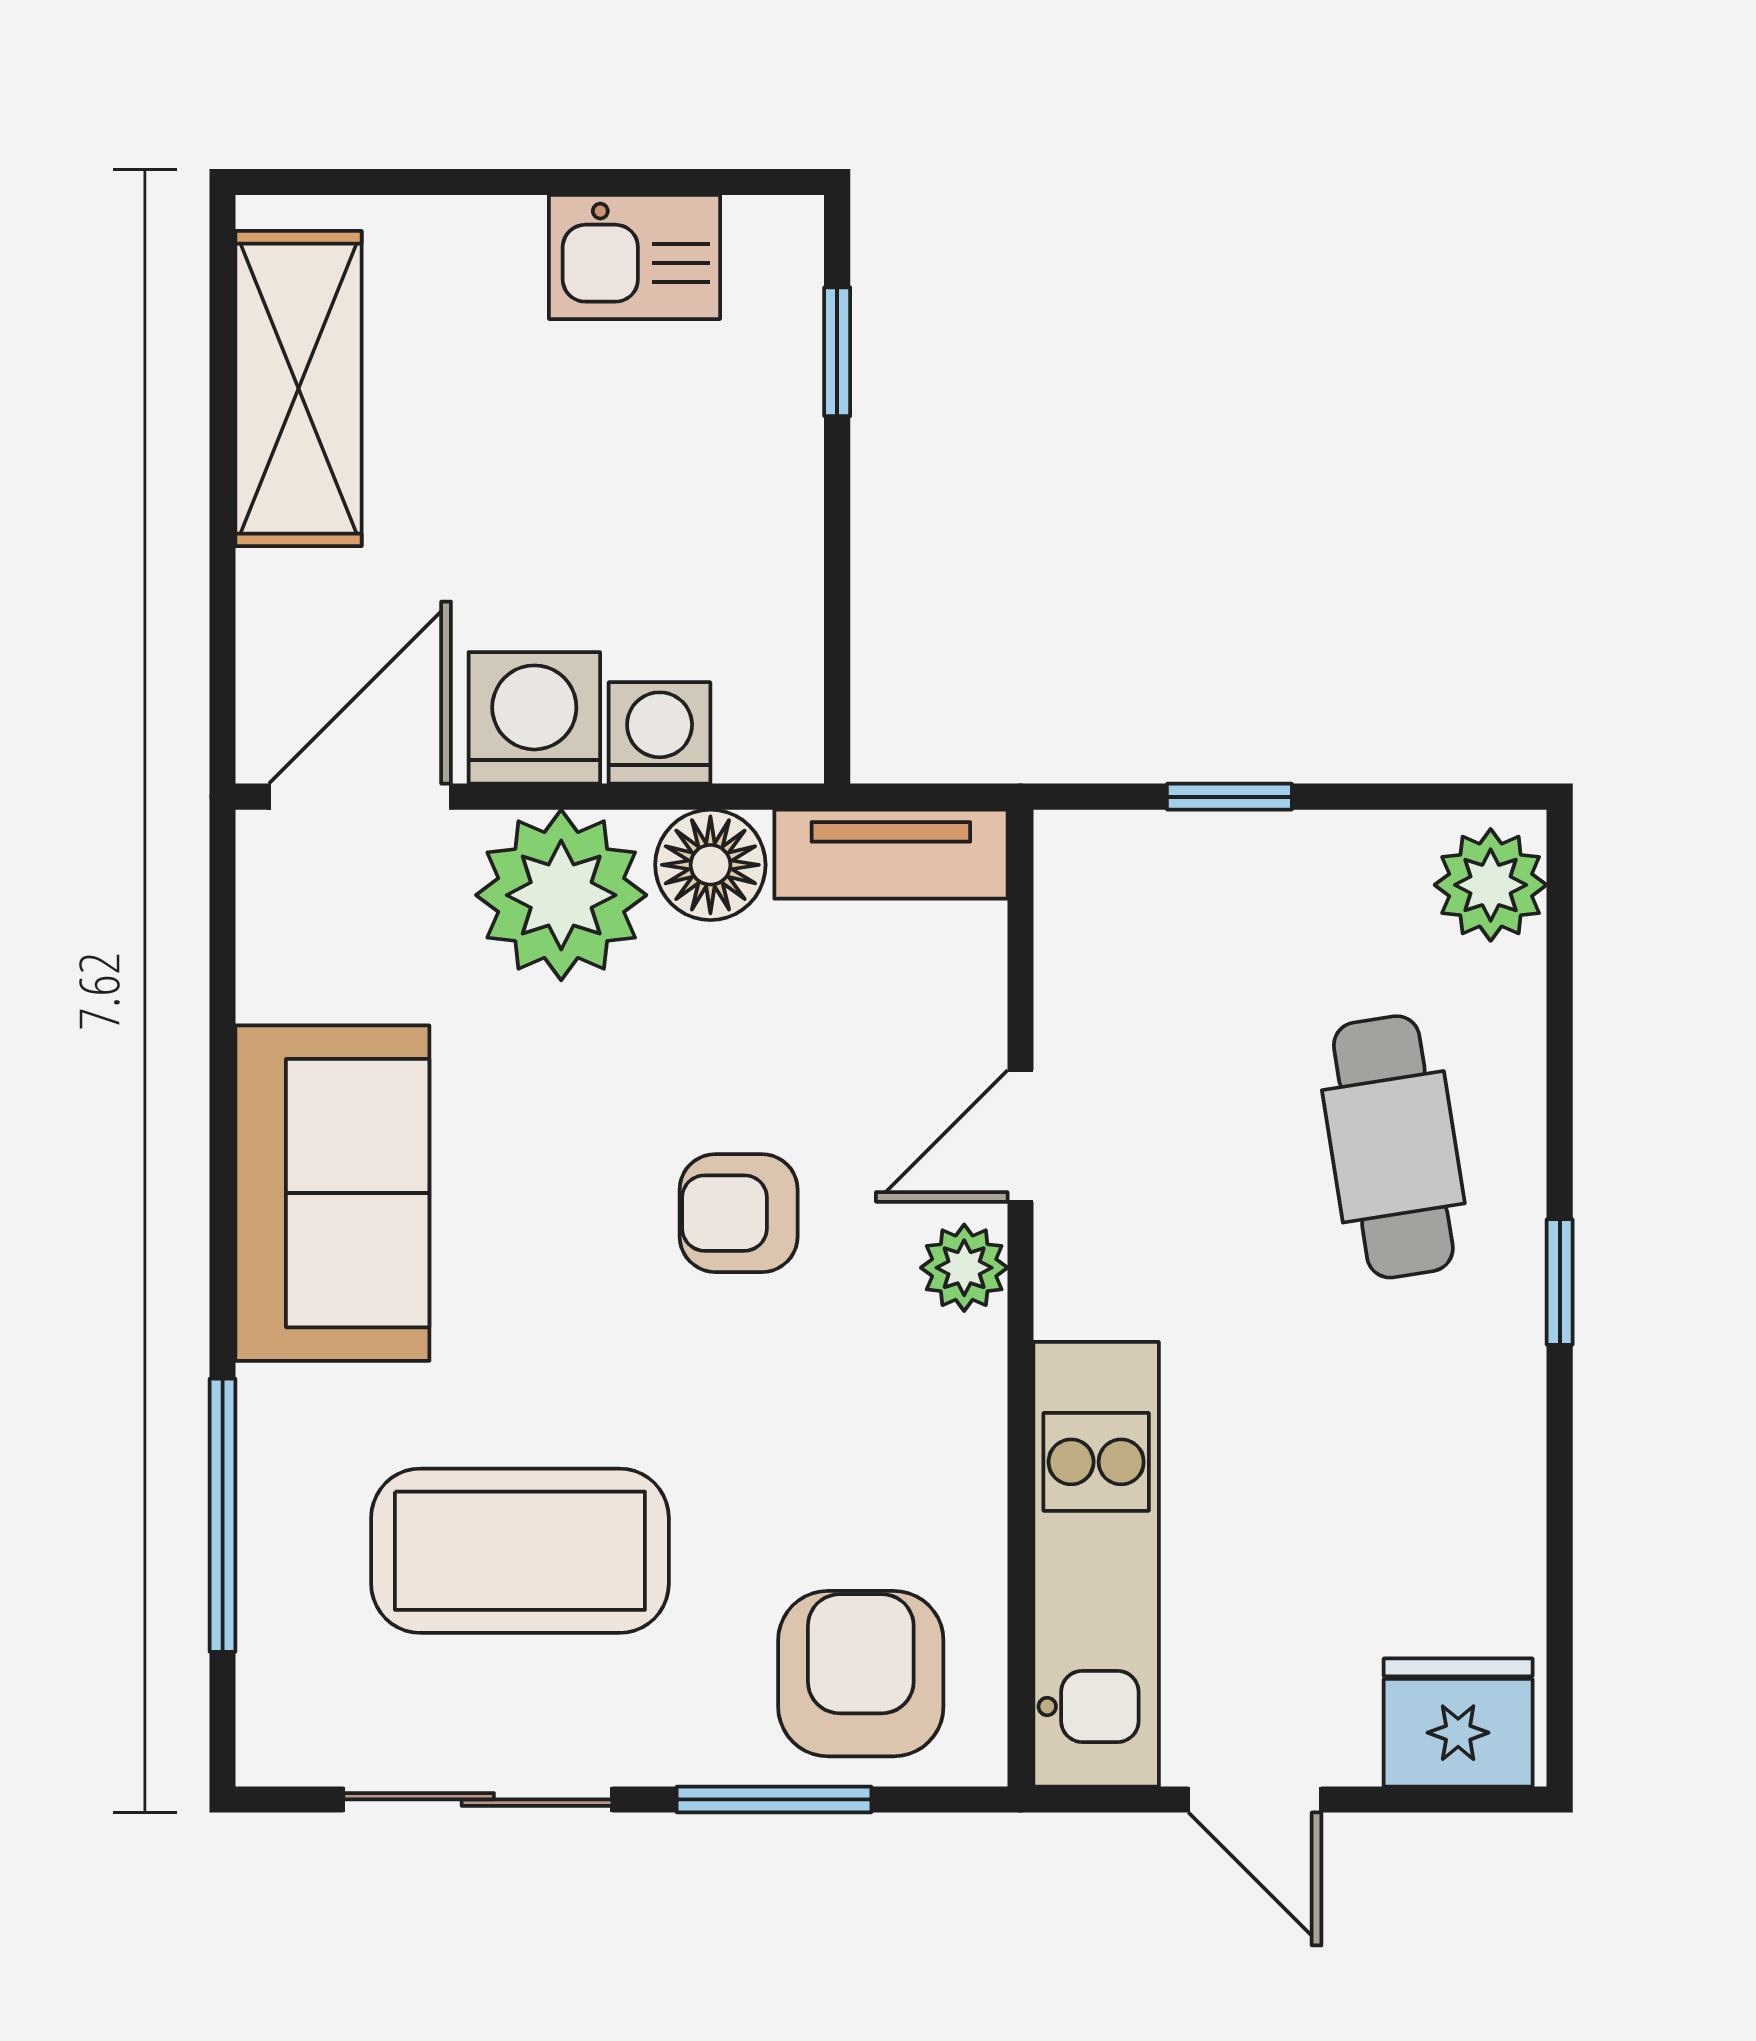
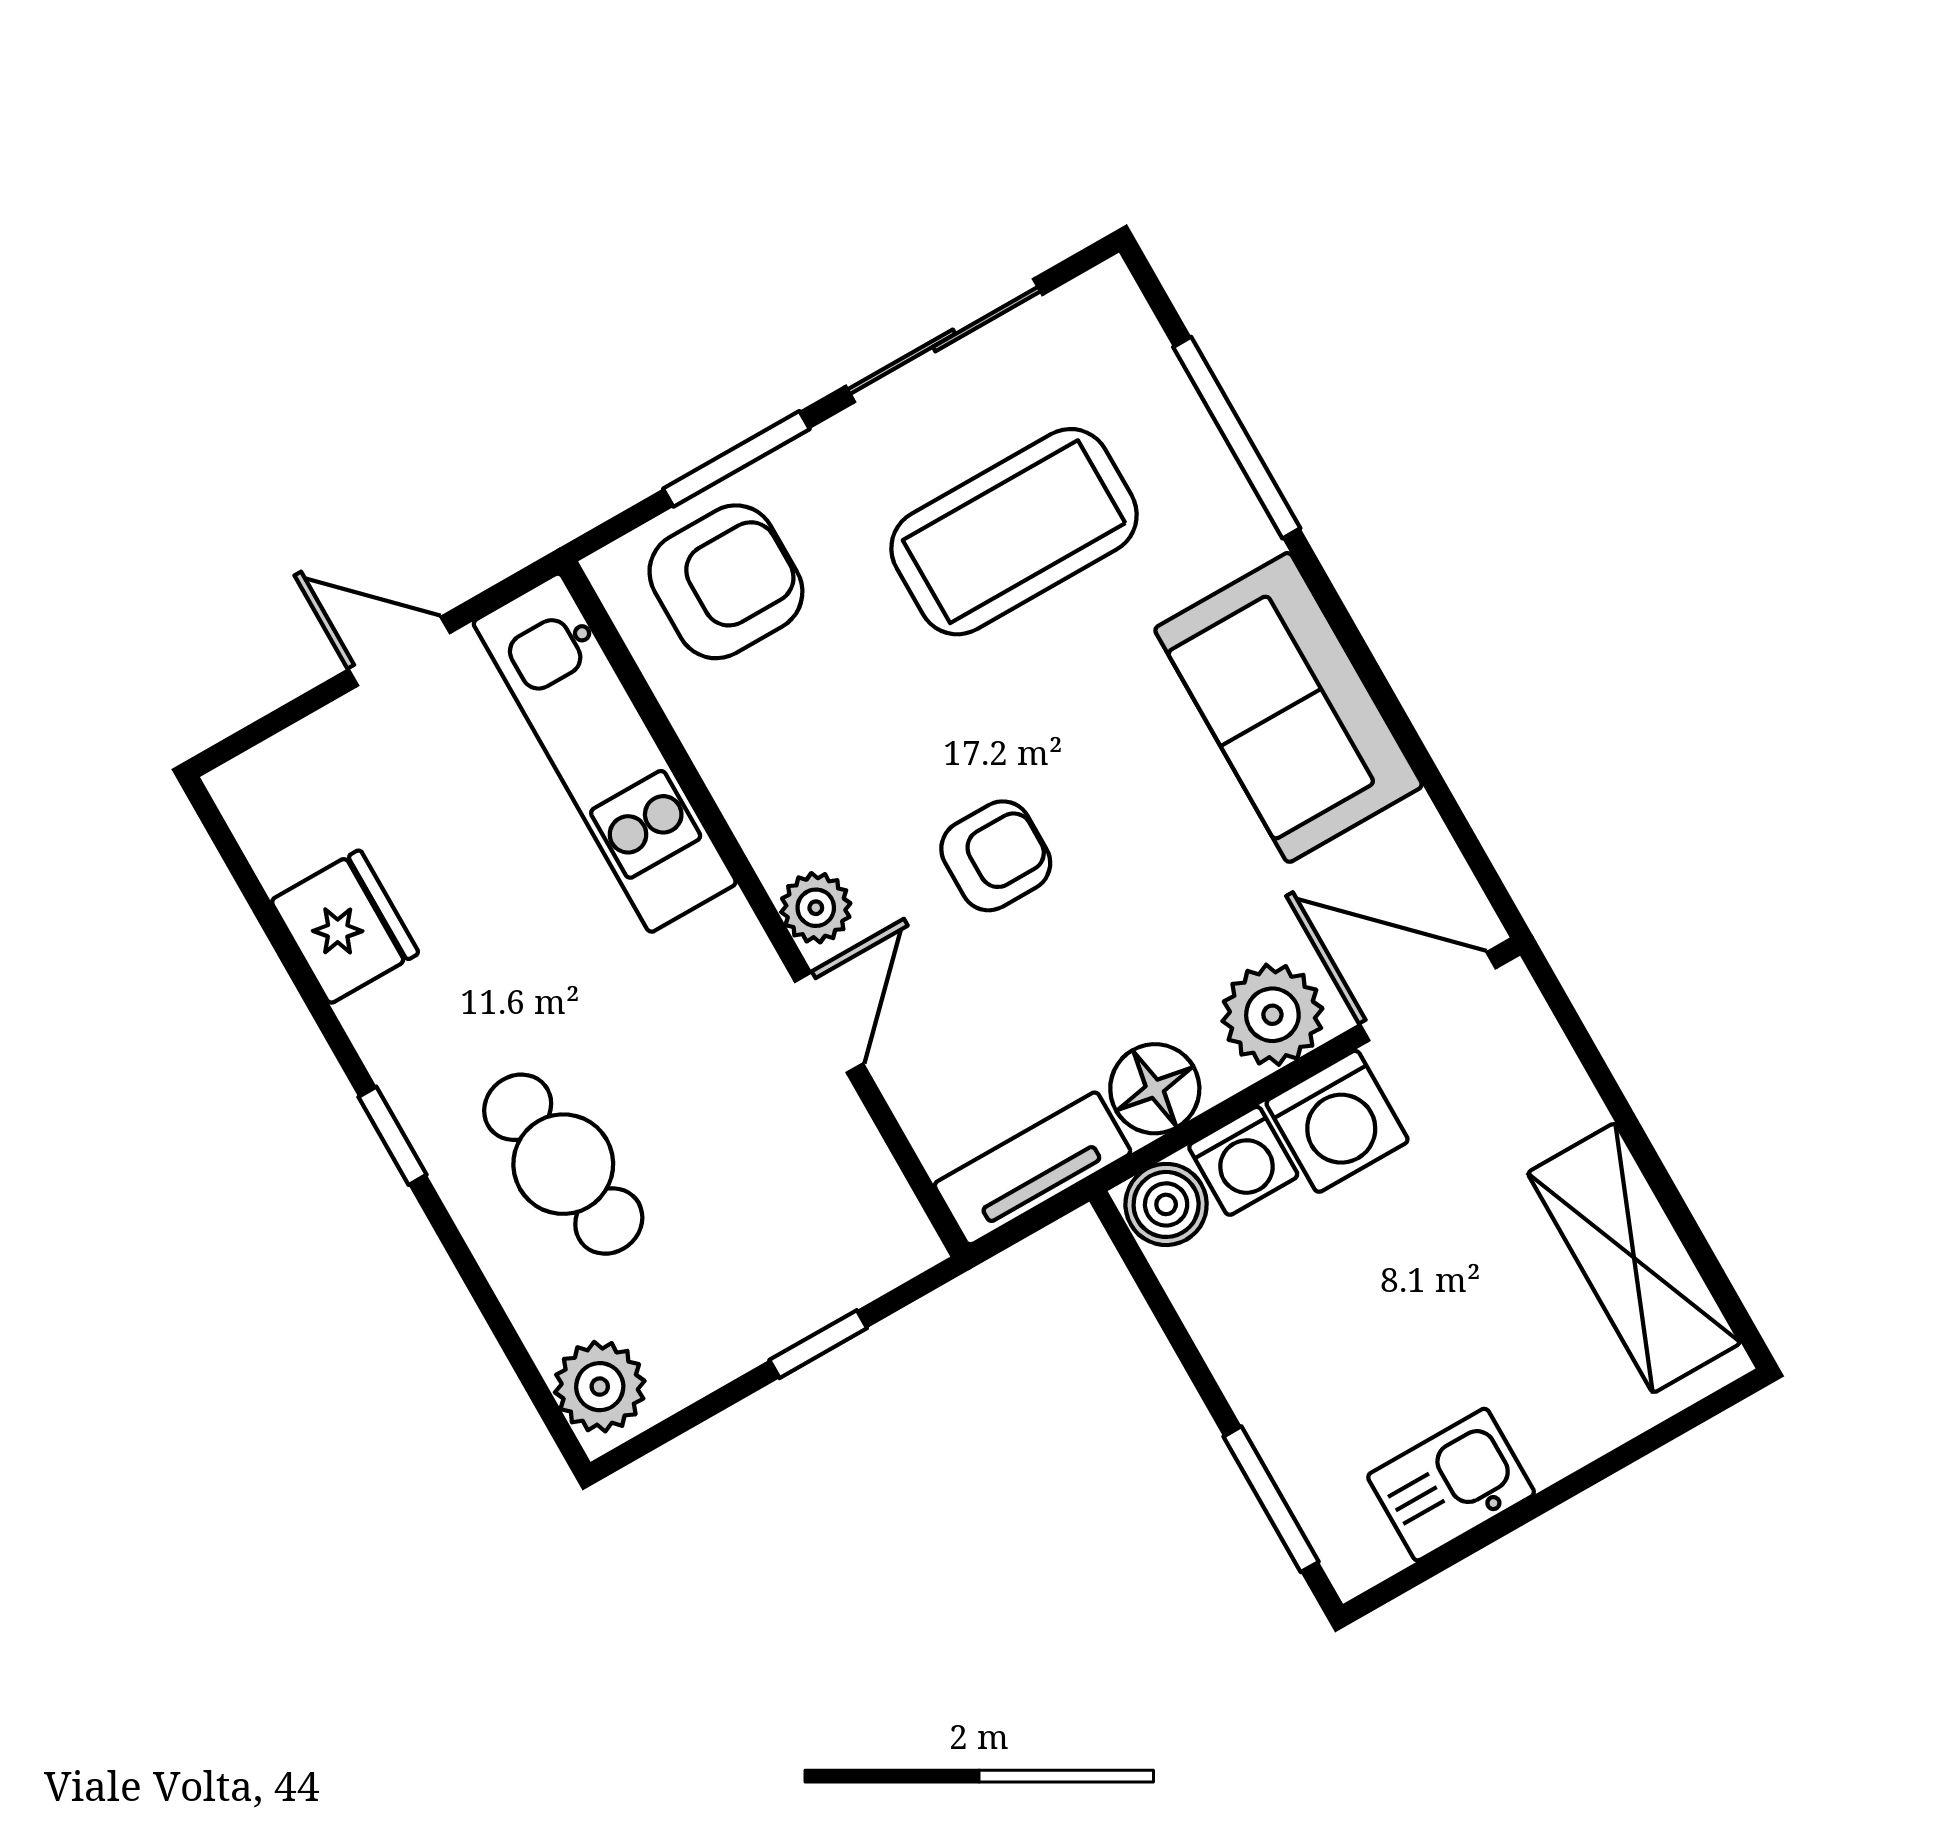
window: (837, 352) -> (1271, 1499), width x1.50
boiler: (769, 733) -> (1166, 1204), added
door: (360, 797) -> (1428, 996), swing flipped
plant: (561, 895) -> (1272, 1015), width x0.73, depth x0.73
armchair: (861, 1674) -> (726, 582), turned -90
fridge: (1458, 1722) -> (345, 927), moved, turned -90

